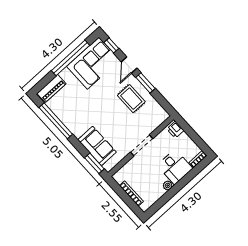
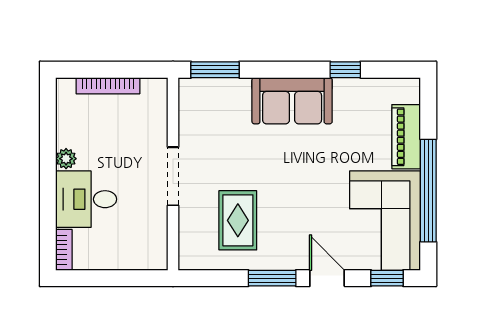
piano: (51, 89) -> (406, 137), moved
rug: (131, 99) -> (238, 220), moved, turned 90
window: (56, 121) -> (345, 70), width x0.32
printer: (175, 130) -> (148, 257), removed
sofa: (97, 146) -> (292, 101), moved

